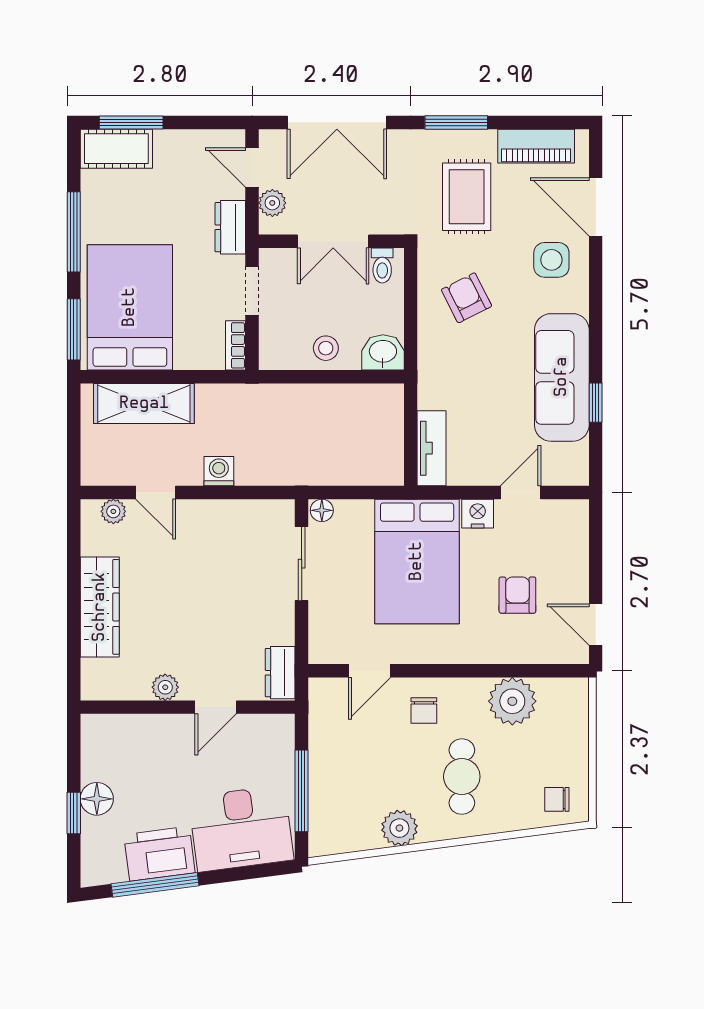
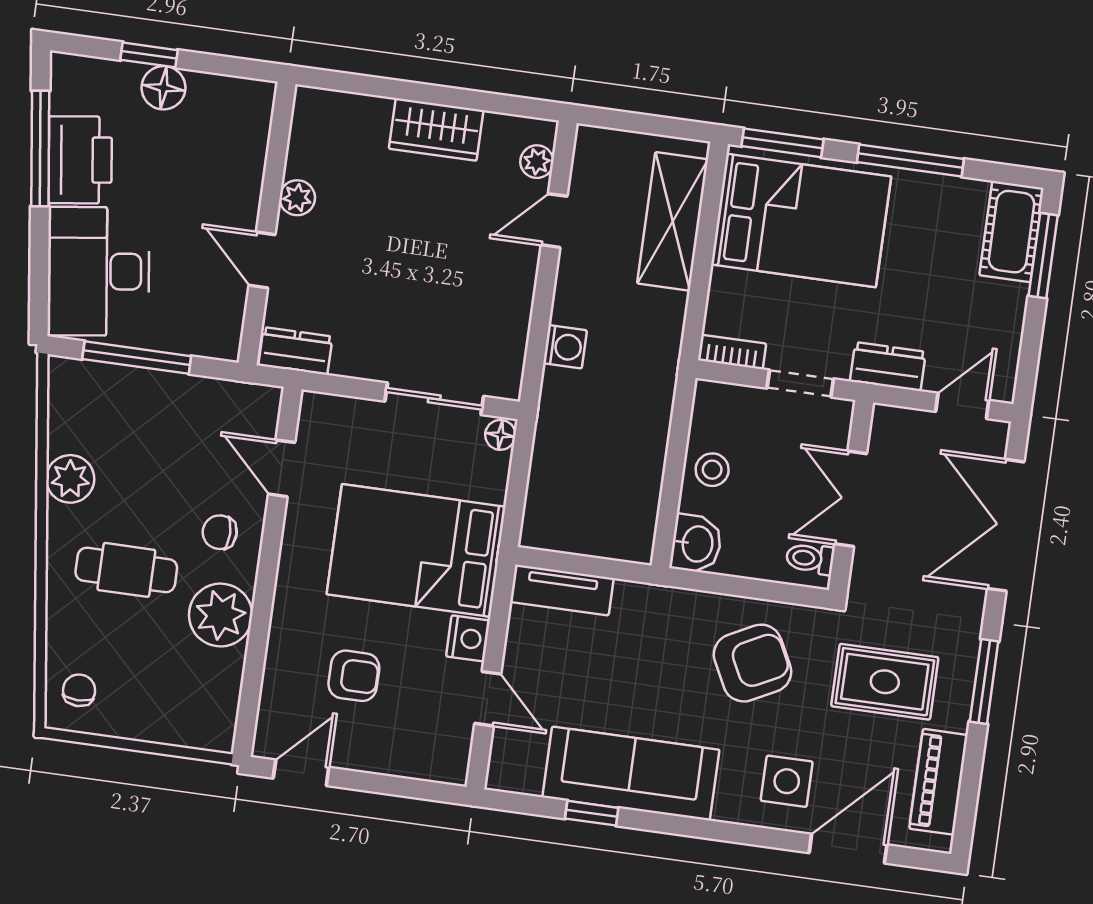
plant: (272, 203) -> (912, 426), removed
armchair: (466, 298) -> (752, 663), width x1.38, depth x1.38
washing machine: (219, 471) -> (565, 347), moved
wardrobe: (100, 607) -> (436, 129), width x0.67
plant: (512, 701) -> (221, 615), moved

